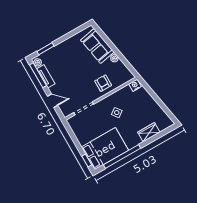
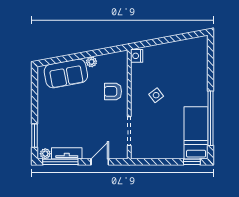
wardrobe: (149, 132) -> (200, 71), removed
bed: (105, 149) -> (196, 133), width x0.67

